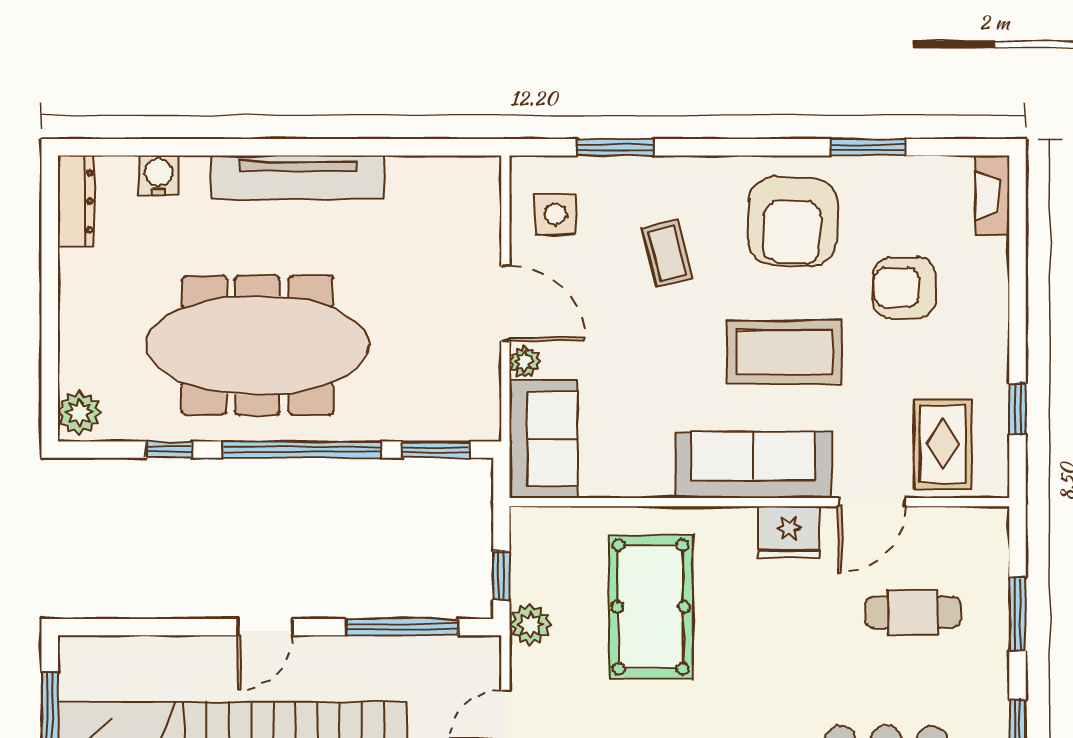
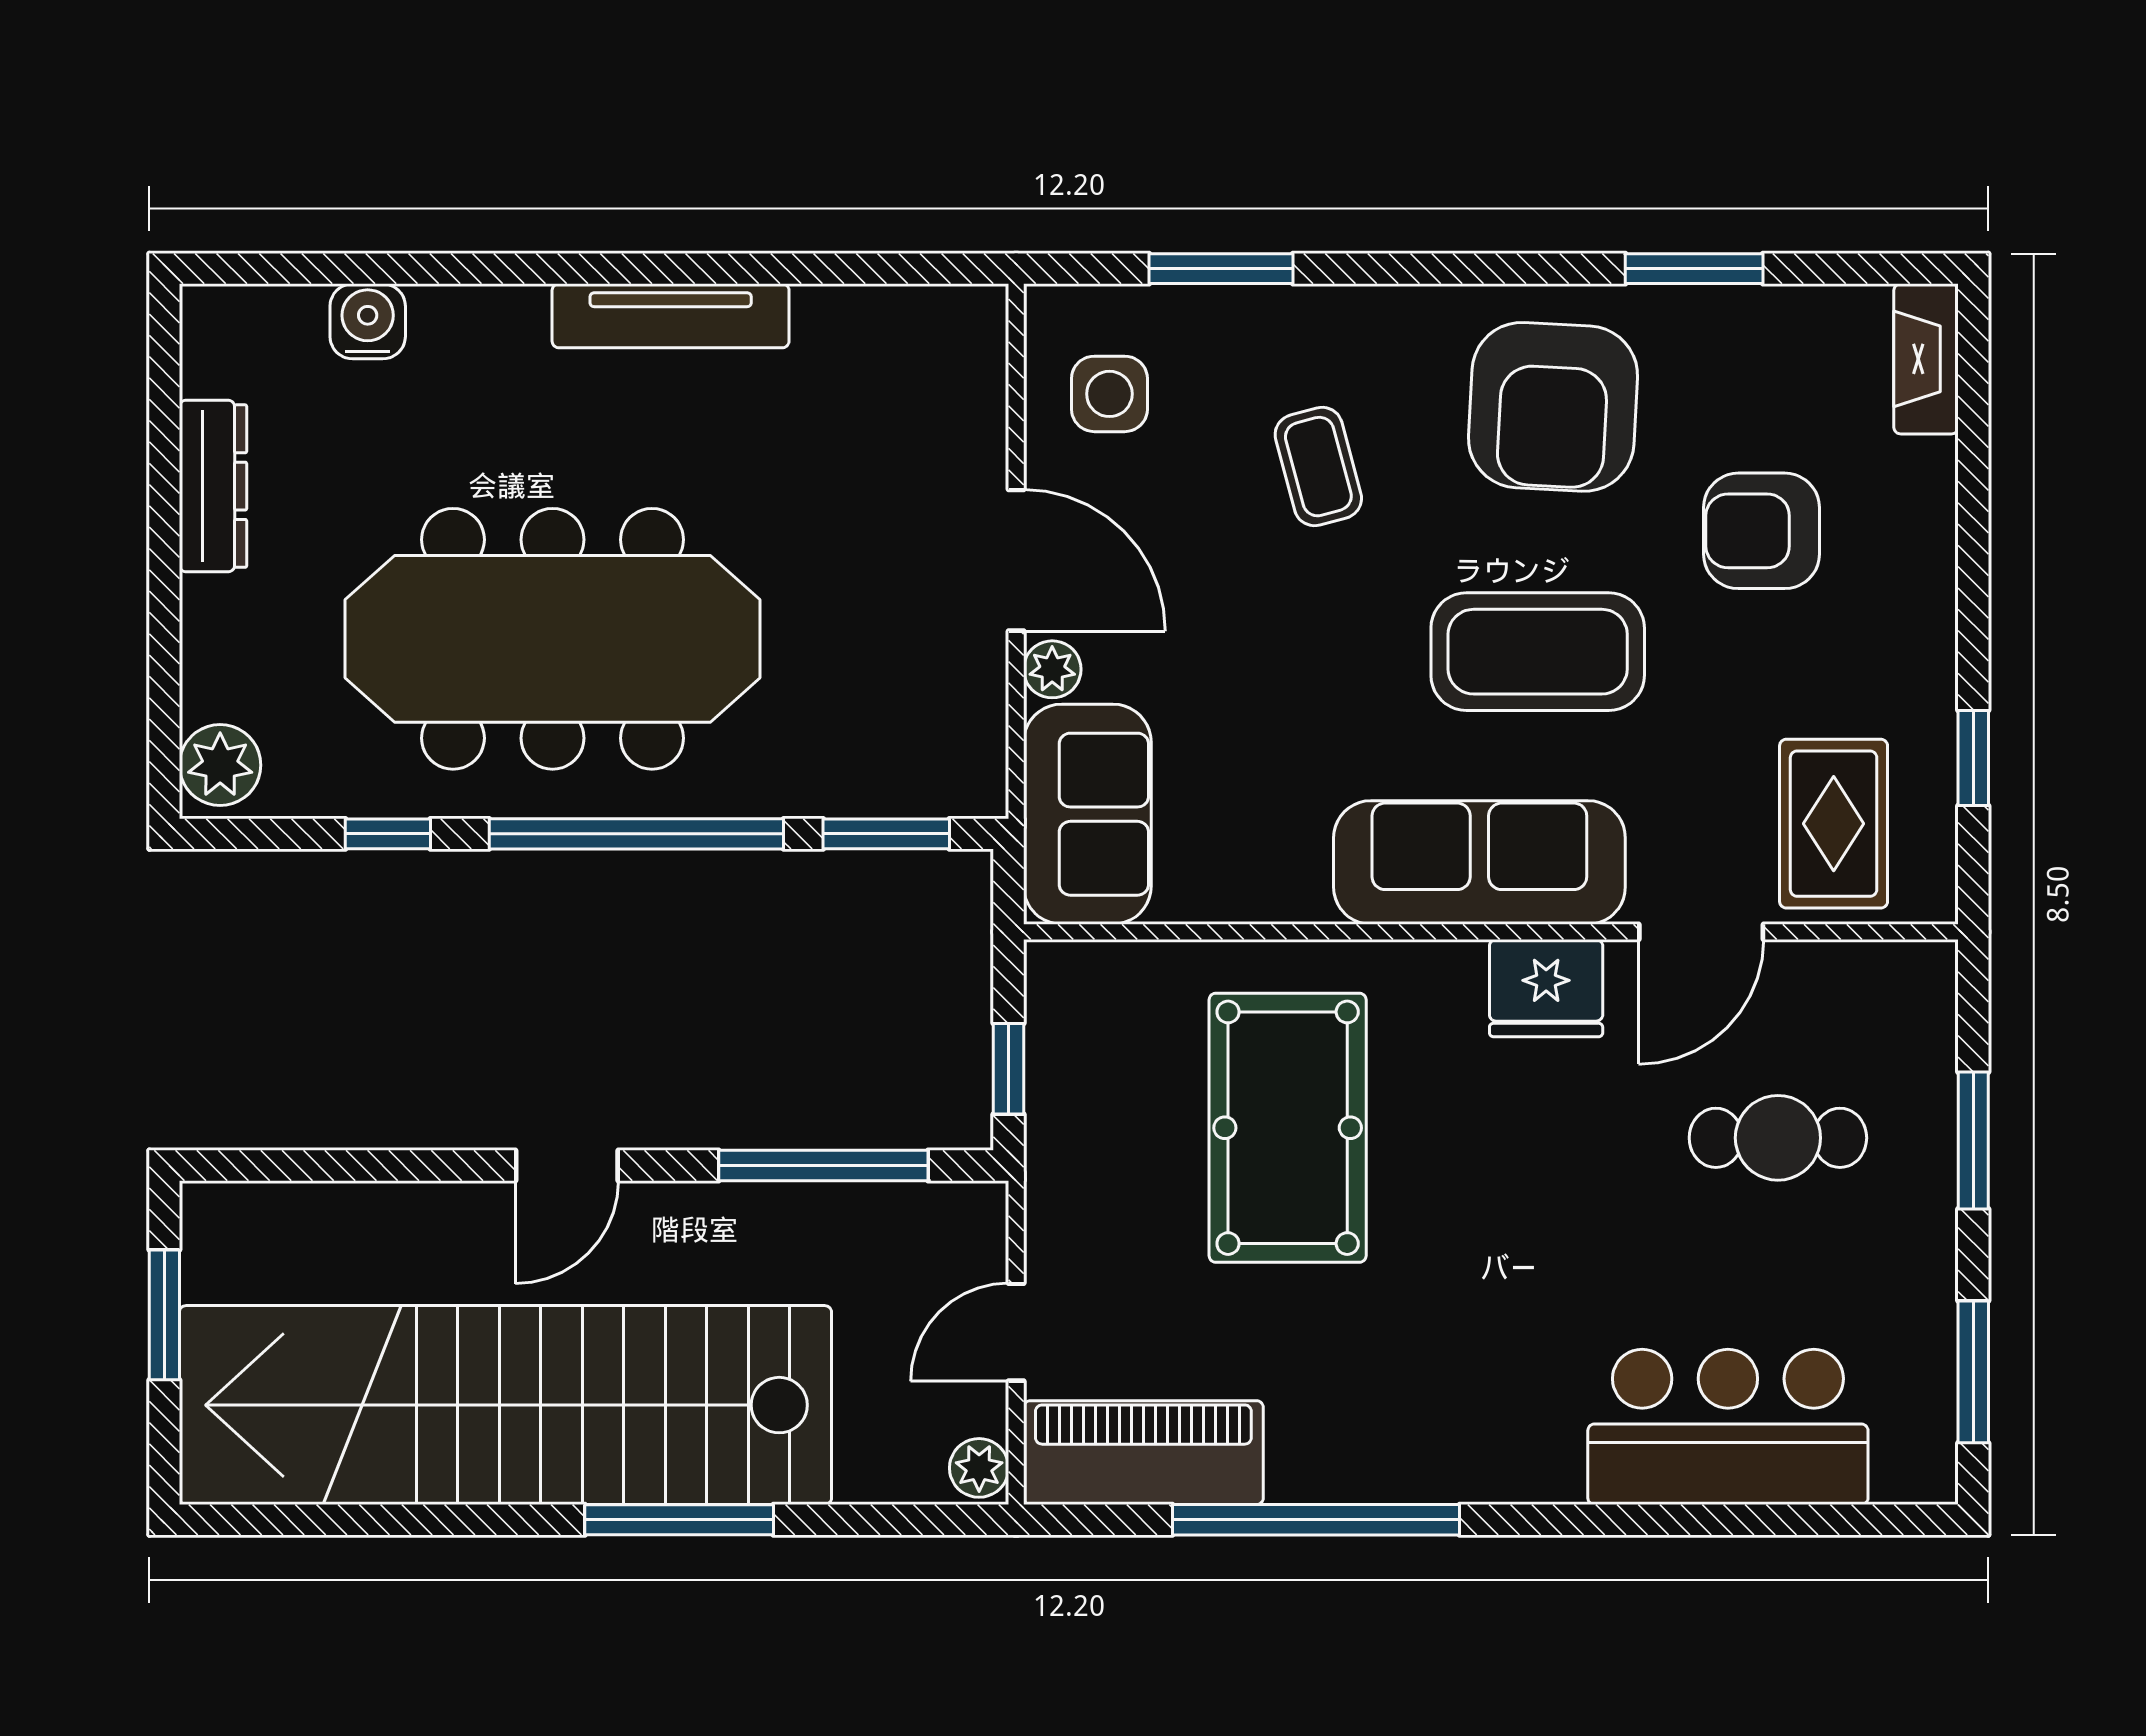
tv unit: (298, 177) -> (671, 316), width x0.73, depth x0.78
dresser: (76, 201) -> (213, 486), moved
plant: (530, 624) -> (1063, 1161), removed

